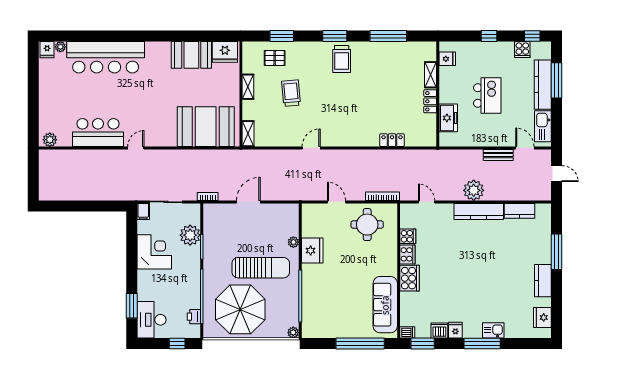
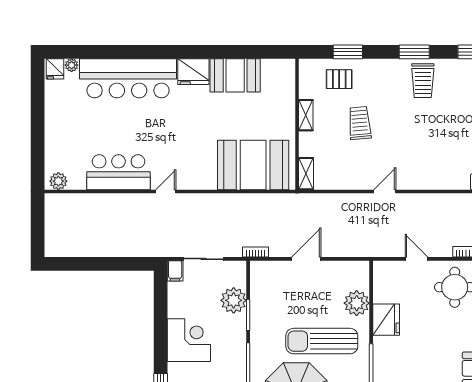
fridge: (225, 52) -> (193, 72), moved
plant: (293, 242) -> (357, 303), width x1.88, depth x1.88
corner desk: (154, 252) -> (189, 340), moved
sun lounger: (261, 268) -> (322, 341), turned 180

